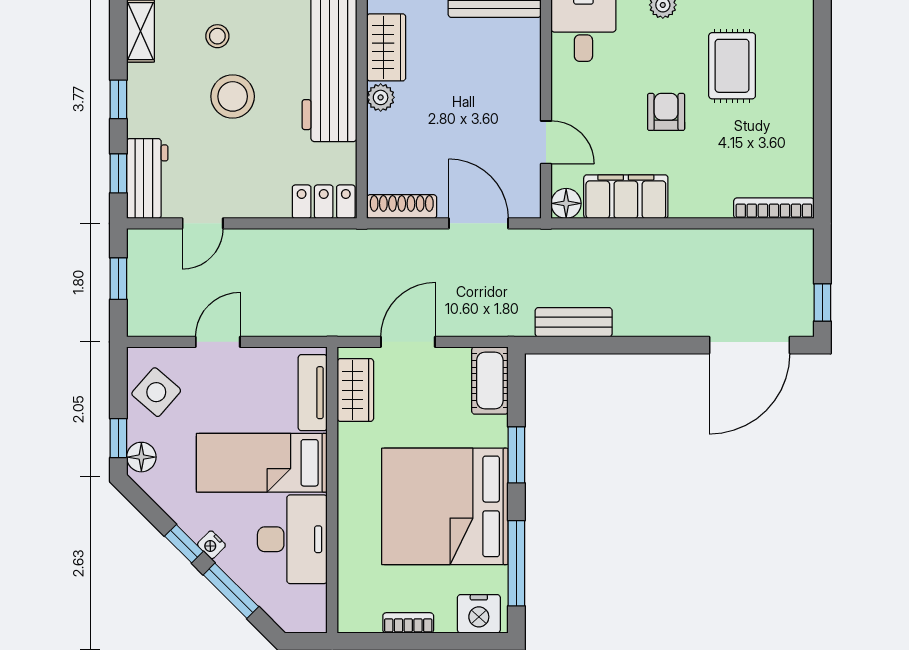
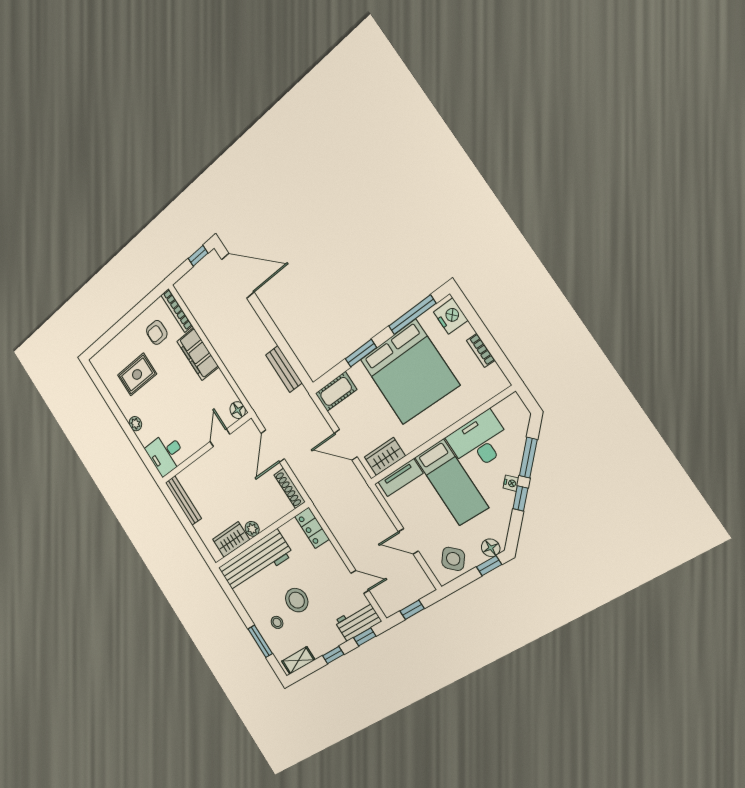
armchair: (666, 112) -> (157, 332), moved
filing cabinet: (626, 197) -> (198, 354), moved

